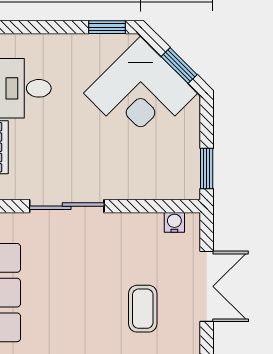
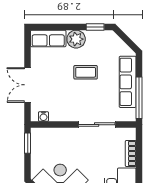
coffee table: (143, 309) -> (86, 72), moved, turned 90

